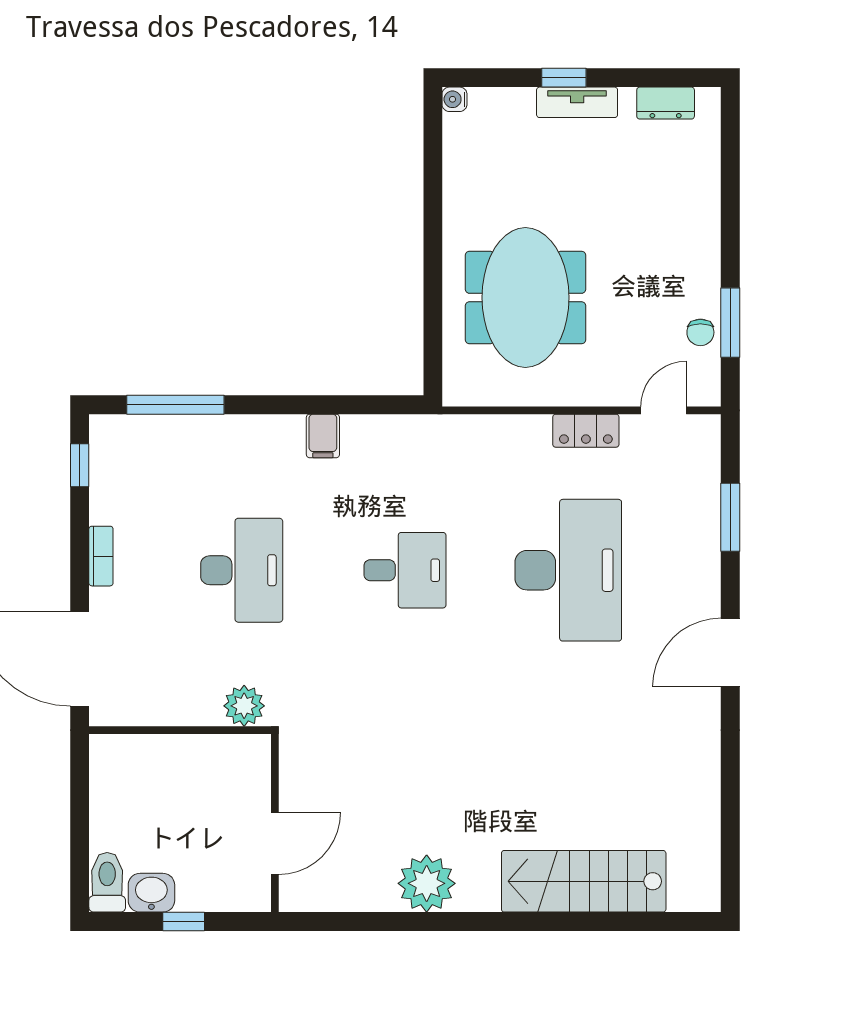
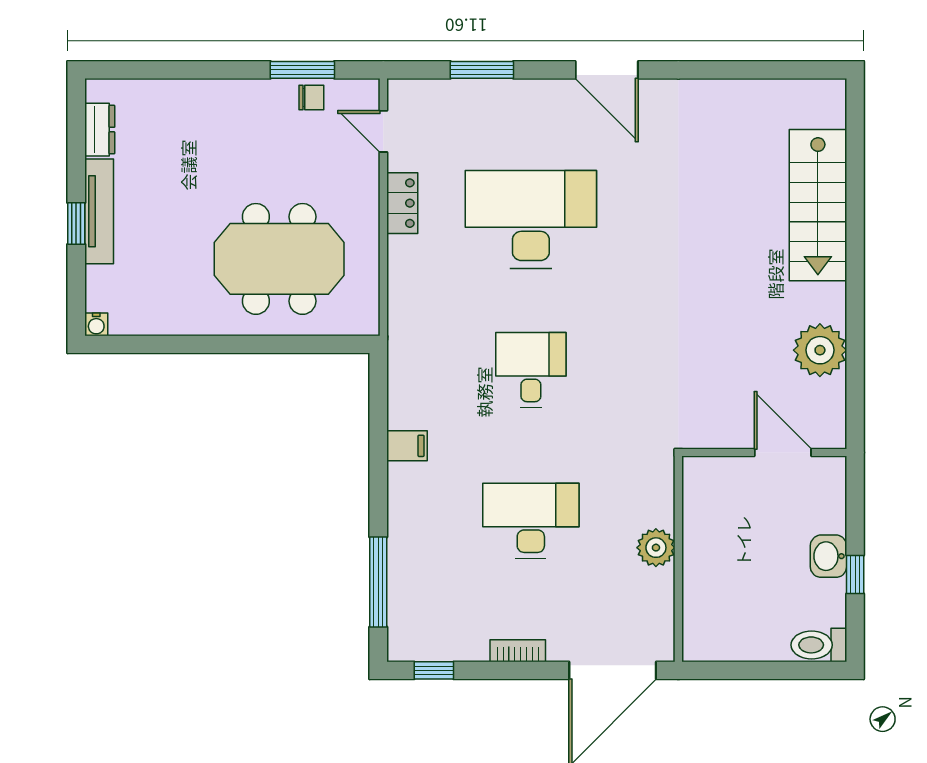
tv unit: (577, 102) -> (99, 211), width x1.41
plant: (244, 706) -> (656, 548), moved
wall: (275, 823) -> (764, 452), moved
door: (275, 843) -> (783, 452), moved
washbasin: (151, 893) -> (828, 556), moved

